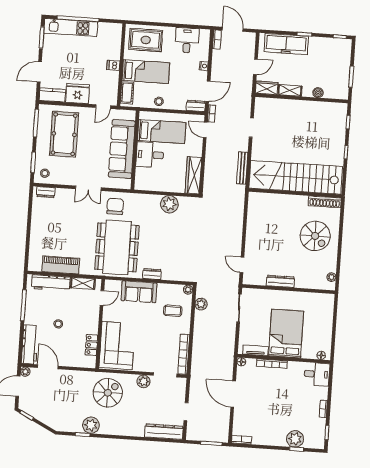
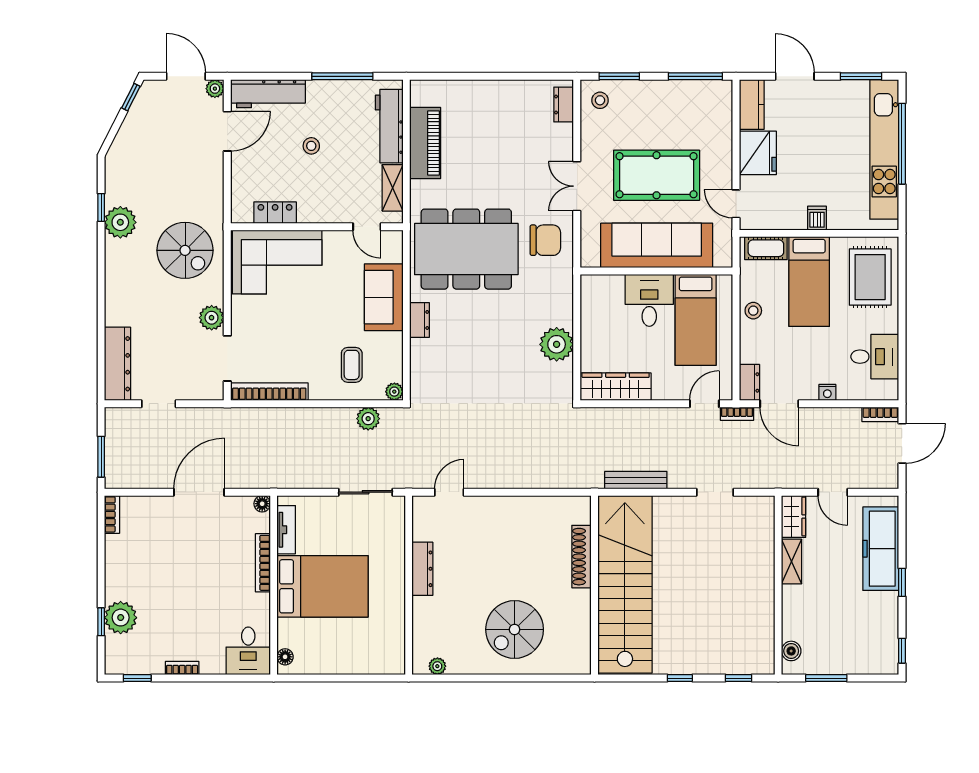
kitchen unit: (71, 27) -> (884, 149), width x1.36
boiler: (318, 93) -> (791, 651), moved
pool table: (64, 134) -> (657, 175), moved
shoe rack: (325, 202) -> (581, 557), moved

